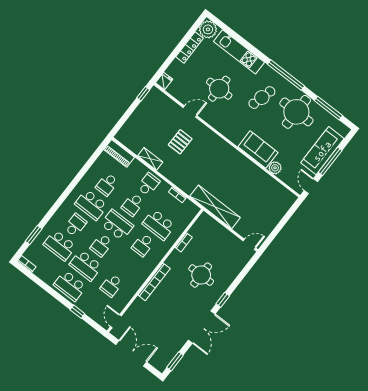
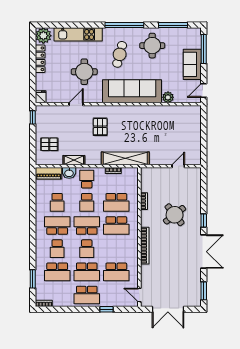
round table: (296, 112) -> (152, 46), width x0.73, depth x0.73
pallet: (139, 128) -> (49, 144), added
pallet: (180, 142) -> (100, 127), moved
sofa: (258, 150) -> (132, 91), width x1.85, depth x1.27
sofa: (322, 151) -> (192, 64), width x0.73
window: (330, 161) -> (204, 49), moved
washbasin: (137, 167) -> (69, 173), added
door: (311, 186) -> (204, 91), hinge flipped
school desk: (91, 205) -> (57, 225), turned 180
shelving: (215, 207) -> (125, 158), moved
school desk: (75, 225) -> (57, 249), turned 180
door: (249, 244) -> (178, 166), moved
school desk: (143, 245) -> (116, 225), width x1.85
round table: (201, 275) -> (175, 215), turned -38
school desk: (111, 285) -> (116, 272), width x1.85
double door: (131, 353) -> (168, 309), swing flipped

